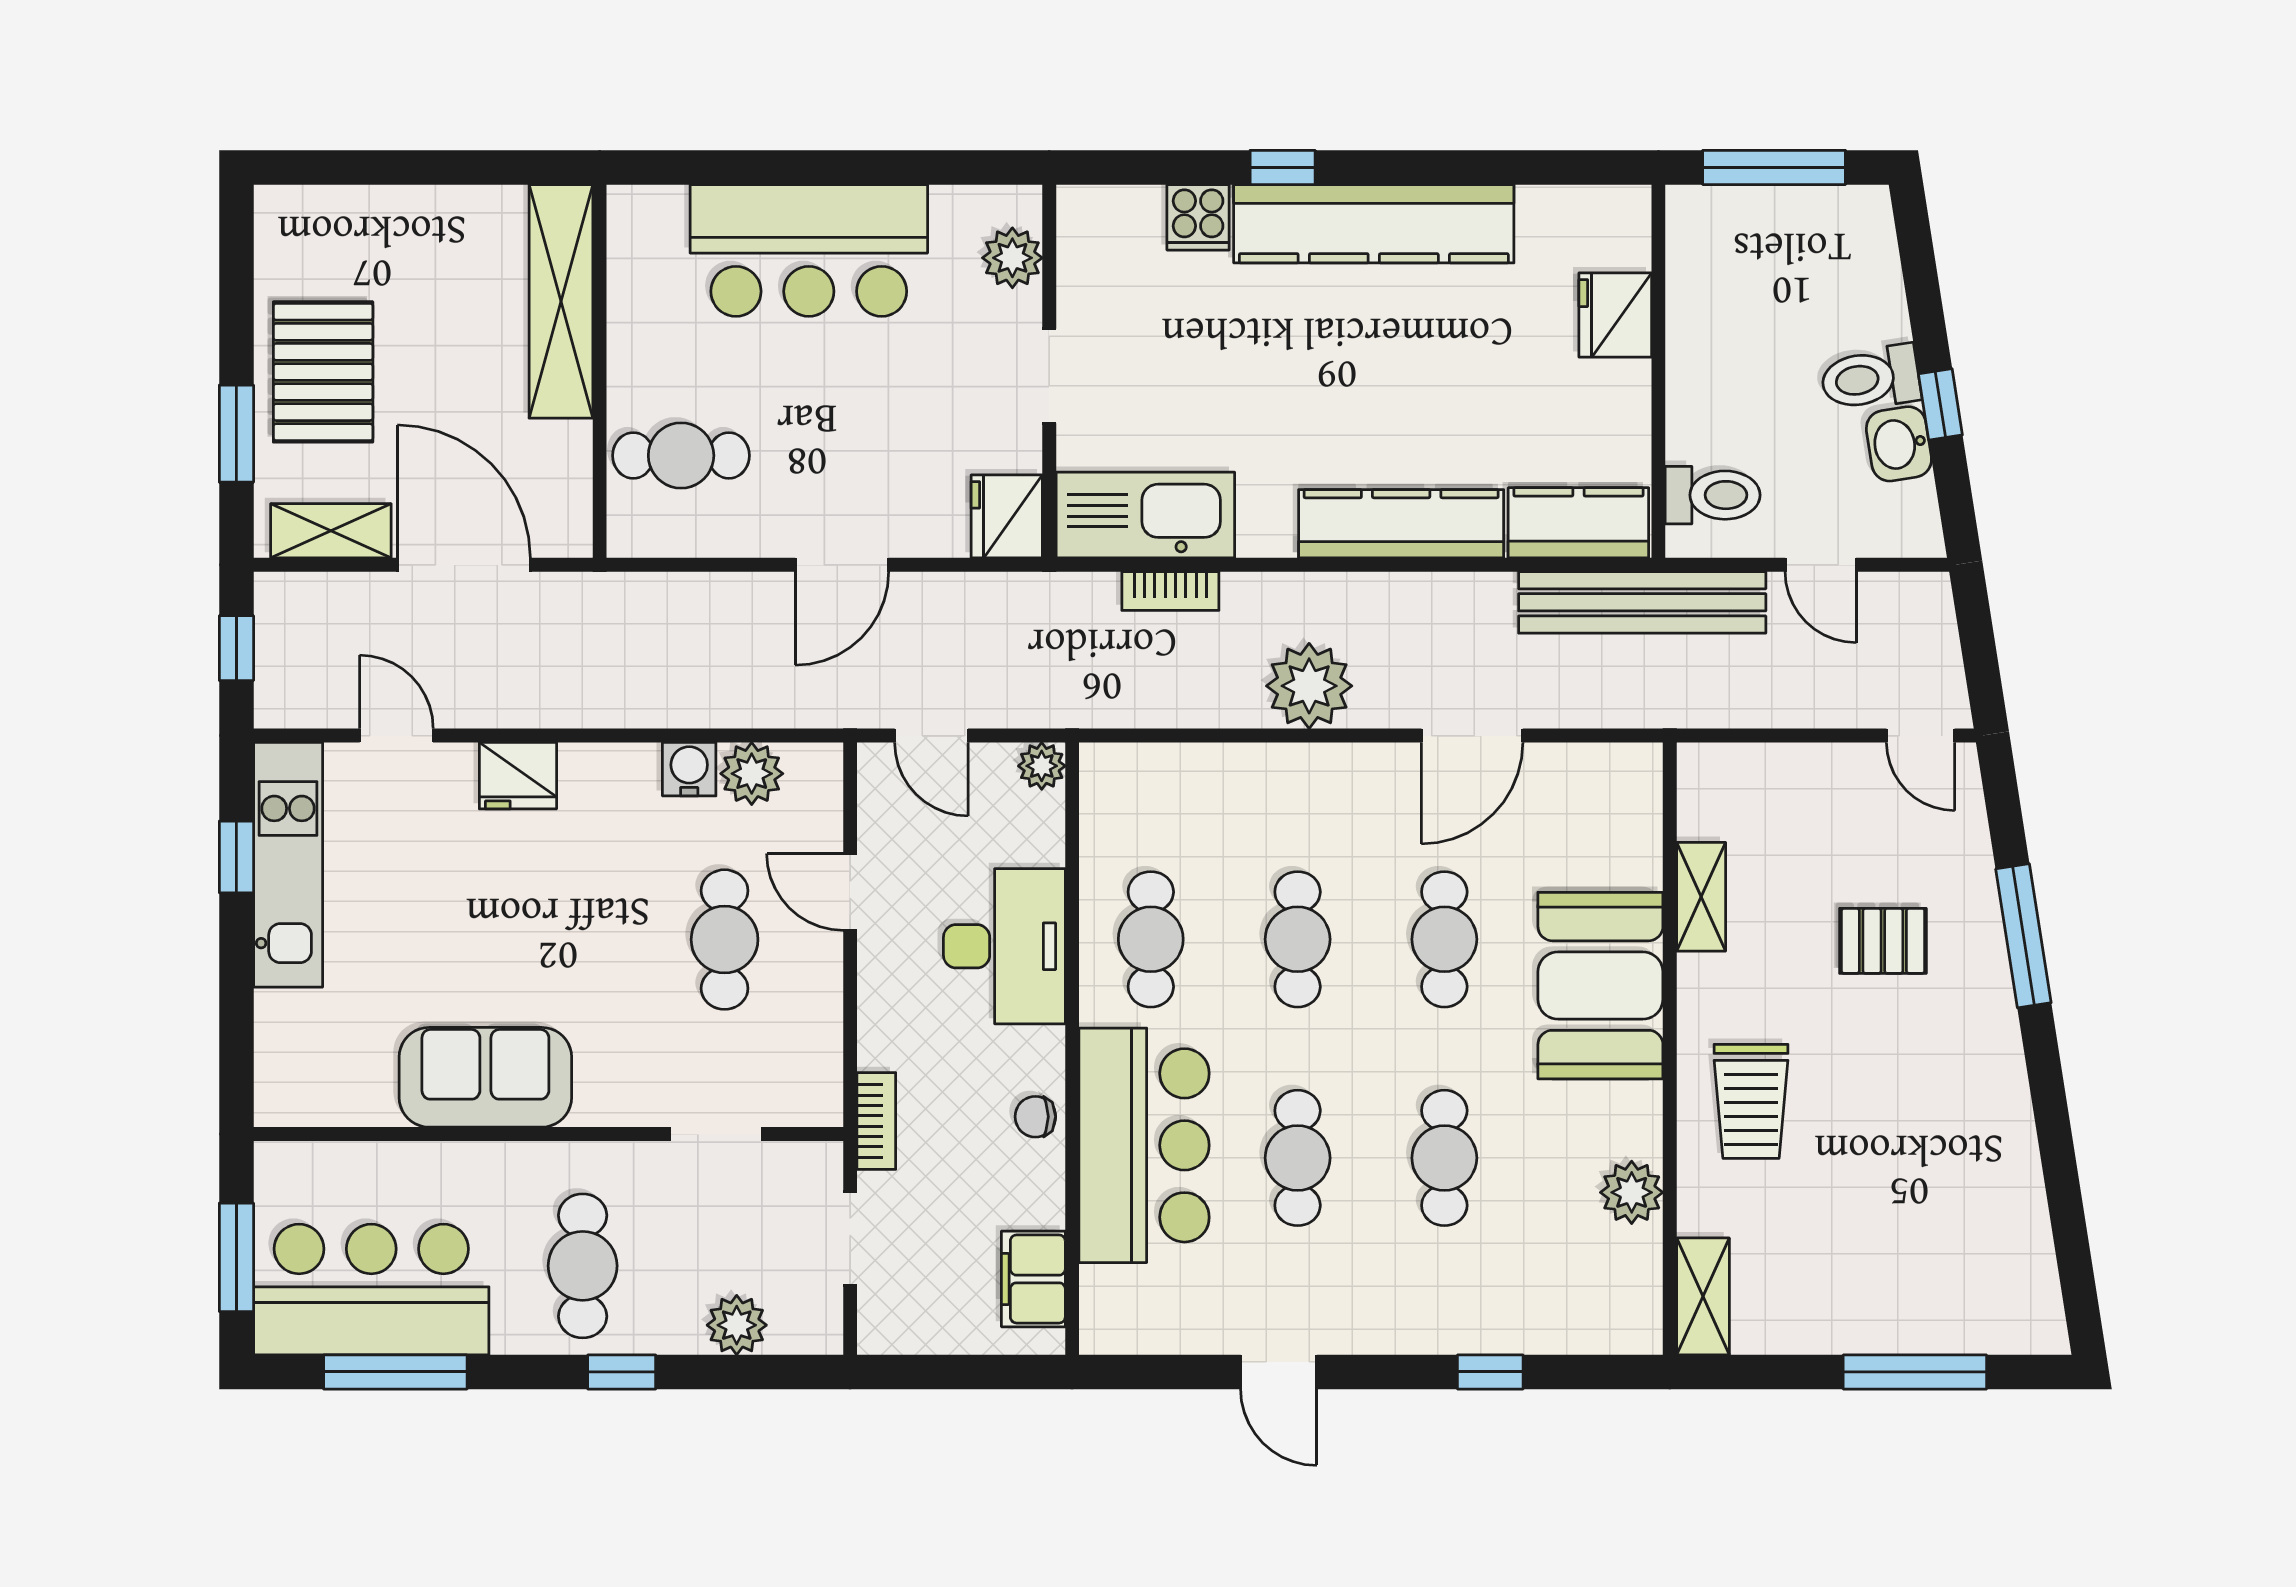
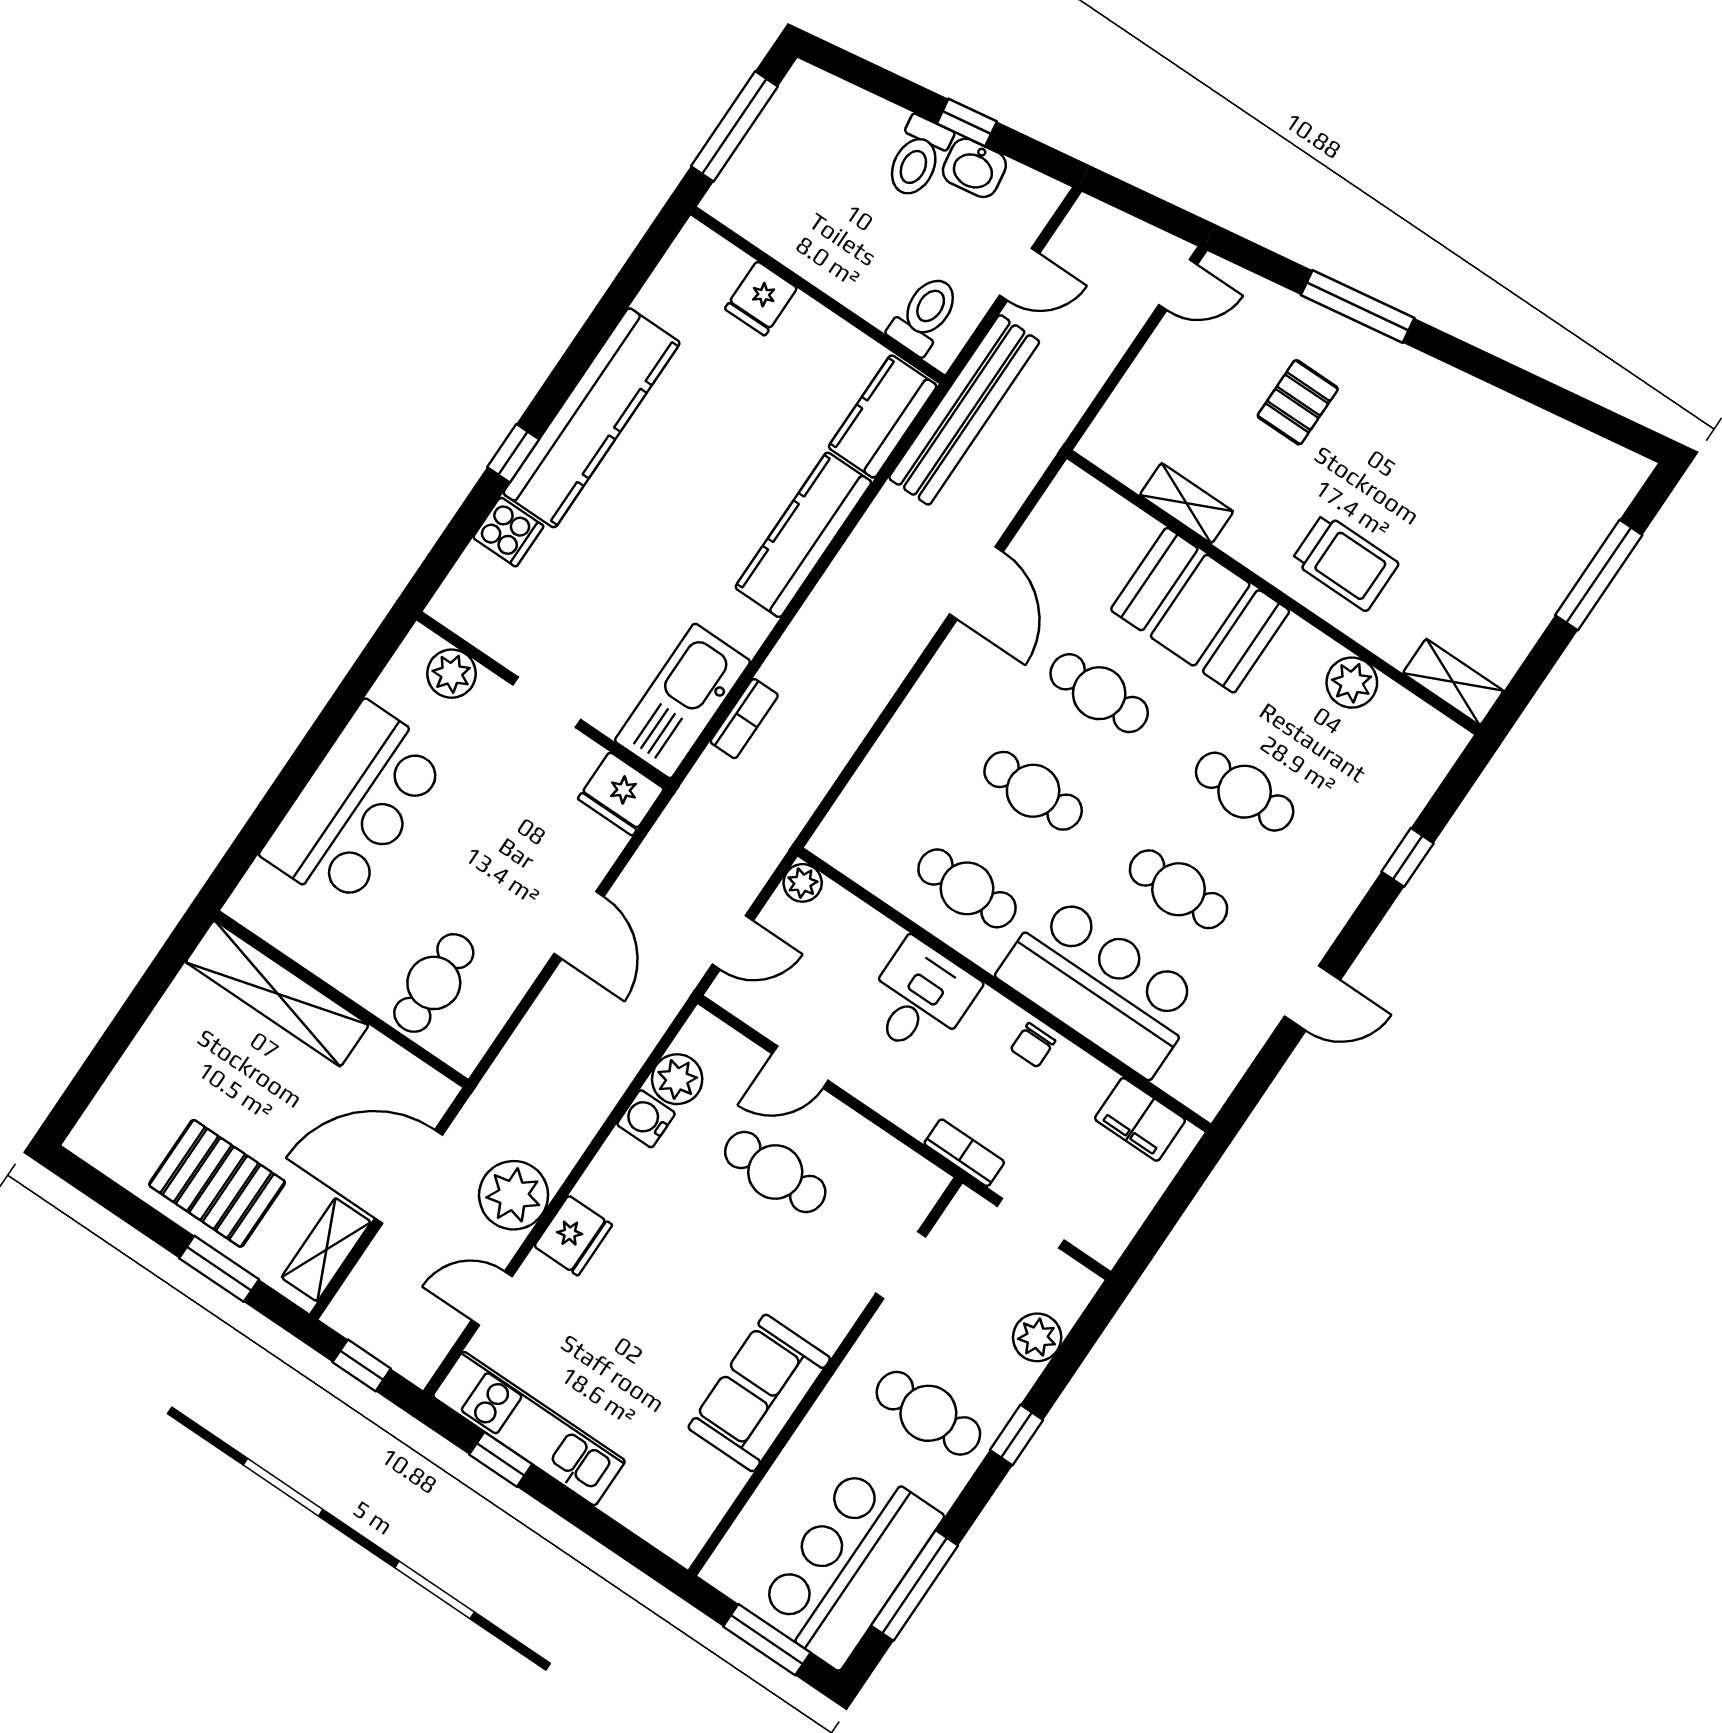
fridge: (1615, 315) -> (761, 298), width x0.72
plant: (1309, 686) -> (514, 1195), moved
desk: (1004, 946) -> (920, 998), width x0.73

